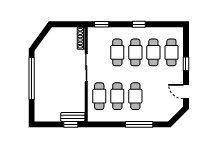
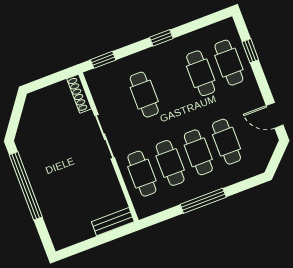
cafe table: (135, 52) -> (227, 142), moved
window: (186, 64) -> (250, 51), moved
window: (71, 124) -> (114, 234), removed
window: (139, 124) -> (203, 201), moved

